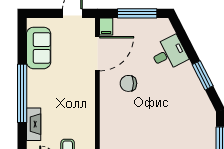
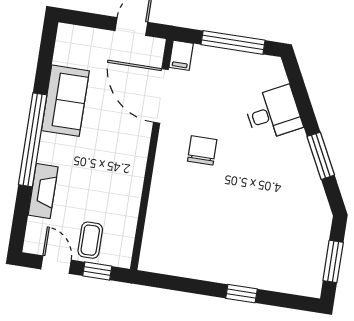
sofa: (39, 48) -> (65, 101), moved
door: (97, 54) -> (161, 96), swing flipped
chair: (128, 83) -> (202, 150), turned 90

